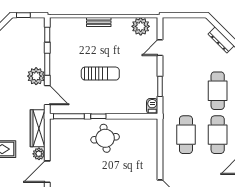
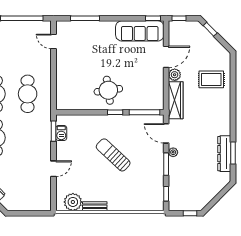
bench: (99, 22) -> (95, 206), moved
door: (160, 48) -> (53, 169), moved
sun lounger: (100, 74) -> (113, 155), turned 43
plant: (36, 76) -> (173, 152), width x0.53, depth x0.53
window: (160, 86) -> (53, 131), moved
barbecue: (152, 106) -> (61, 133), moved

